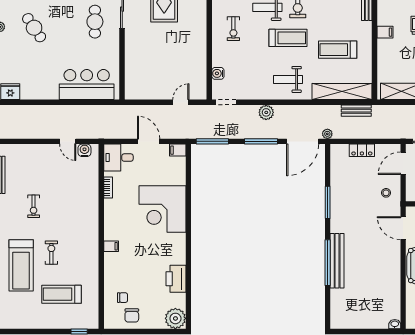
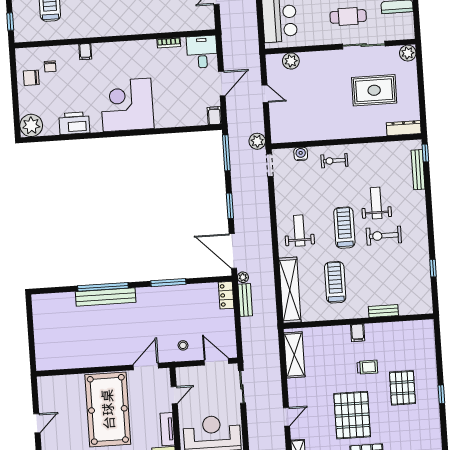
exercise bike: (233, 29) -> (334, 161), moved
treadmill: (288, 38) -> (344, 228), turned 180
plant: (132, 77) -> (291, 61), added
door: (181, 102) -> (265, 94), moved
bench: (356, 111) -> (245, 300), moved
plant: (266, 112) -> (257, 141), moved
window: (261, 141) -> (230, 206), width x0.69
water cooler: (84, 150) -> (207, 14), removed
locker: (362, 150) -> (226, 295), moved
corner desk: (162, 209) -> (127, 105), moved
filing cabinet: (111, 246) -> (85, 52), moved
washbasin: (395, 324) -> (41, 364), removed

